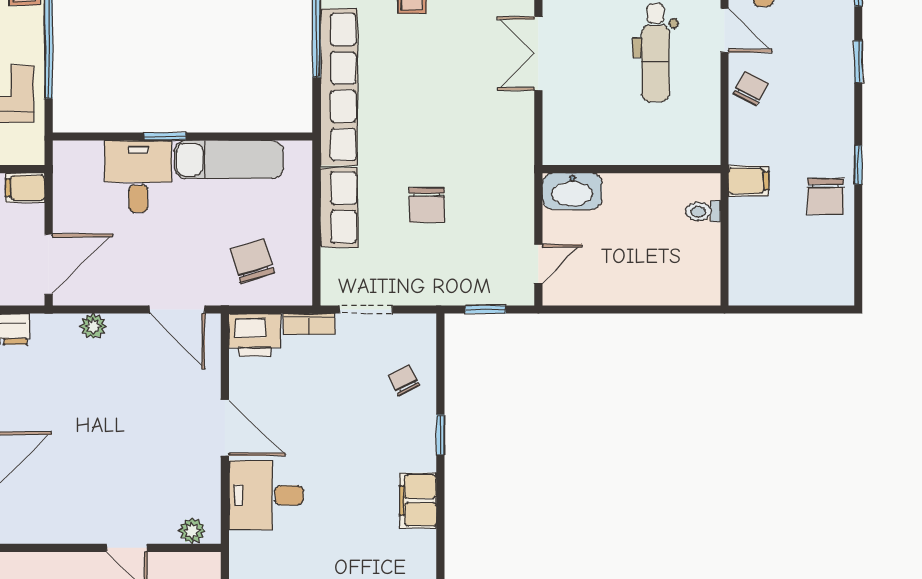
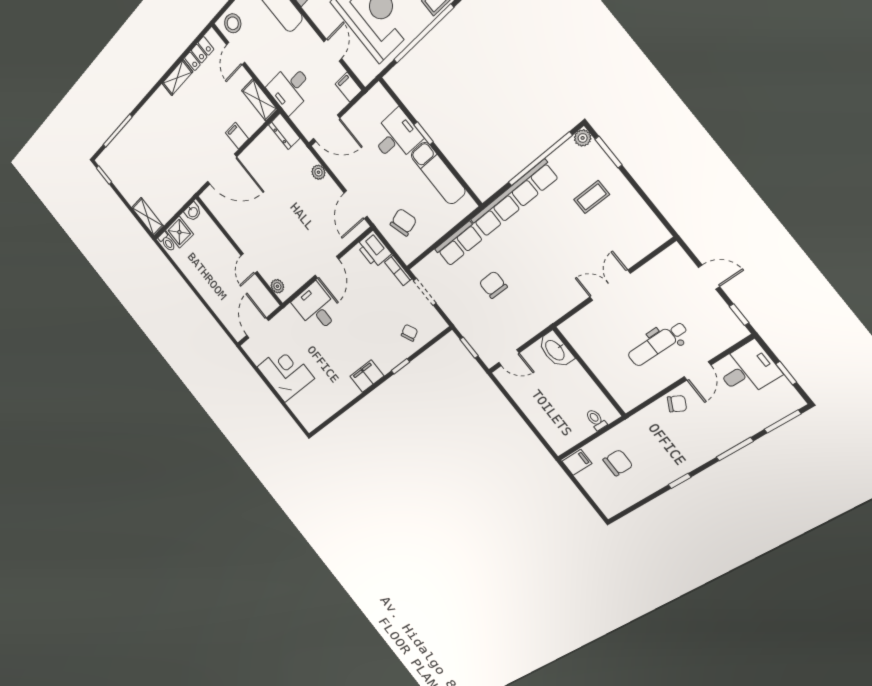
window: (858, 62) -> (735, 449), width x1.50
filing cabinet: (749, 181) -> (577, 462), moved, turned -90
chair: (825, 197) -> (618, 463), moved, turned 180
chair: (427, 205) -> (493, 285), turned 90

